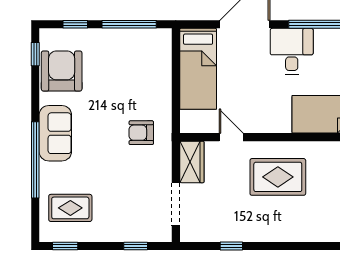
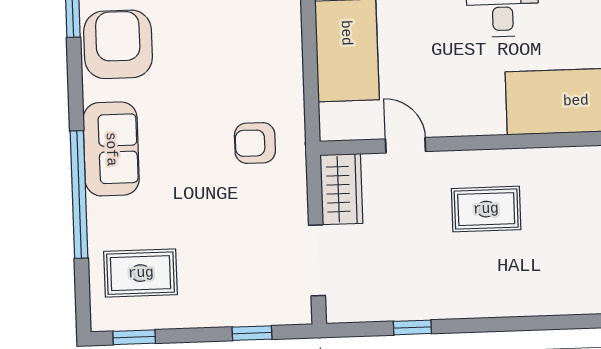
rug: (278, 177) -> (486, 209), width x0.73, depth x0.70

